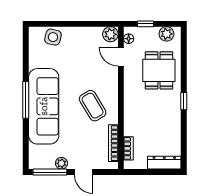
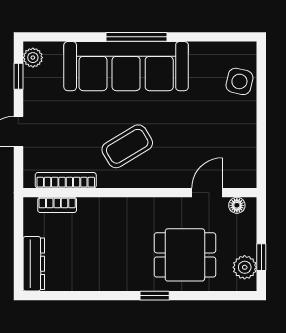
window: (145, 24) -> (261, 257), moved
plant: (110, 34) -> (244, 175), removed
window: (184, 101) -> (155, 296), moved
plant: (61, 163) -> (33, 58), moved
window: (50, 172) -> (18, 76), width x0.46

